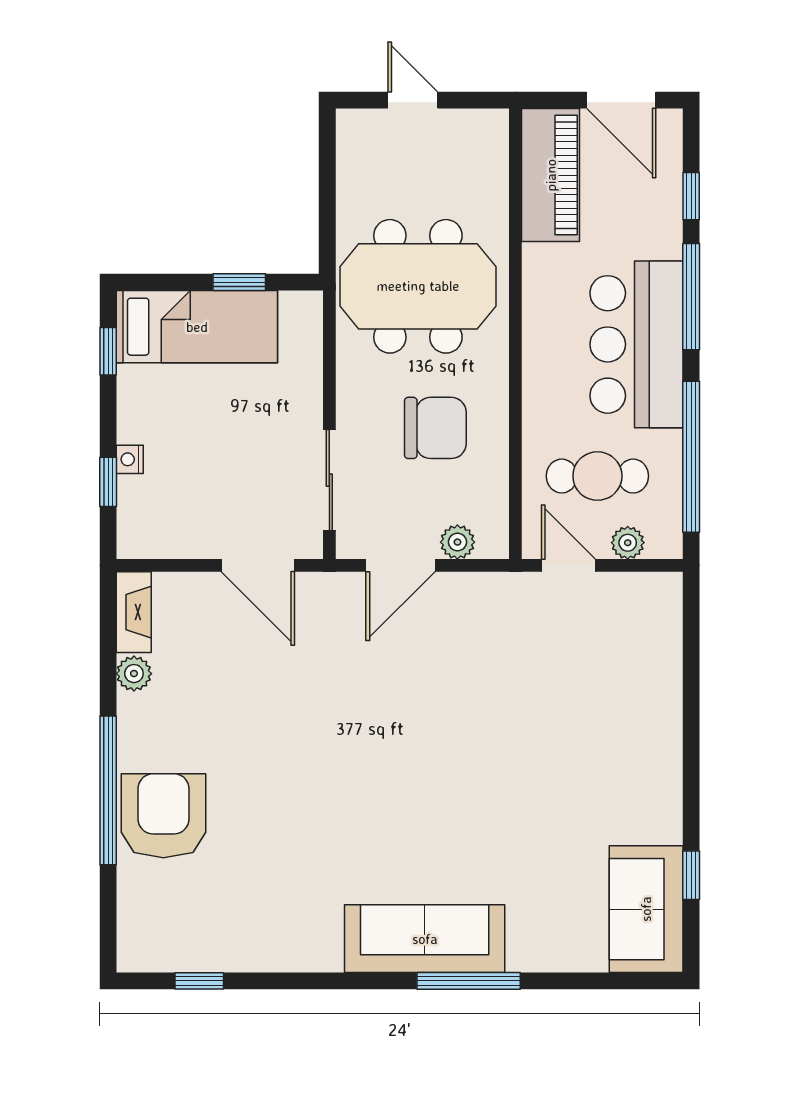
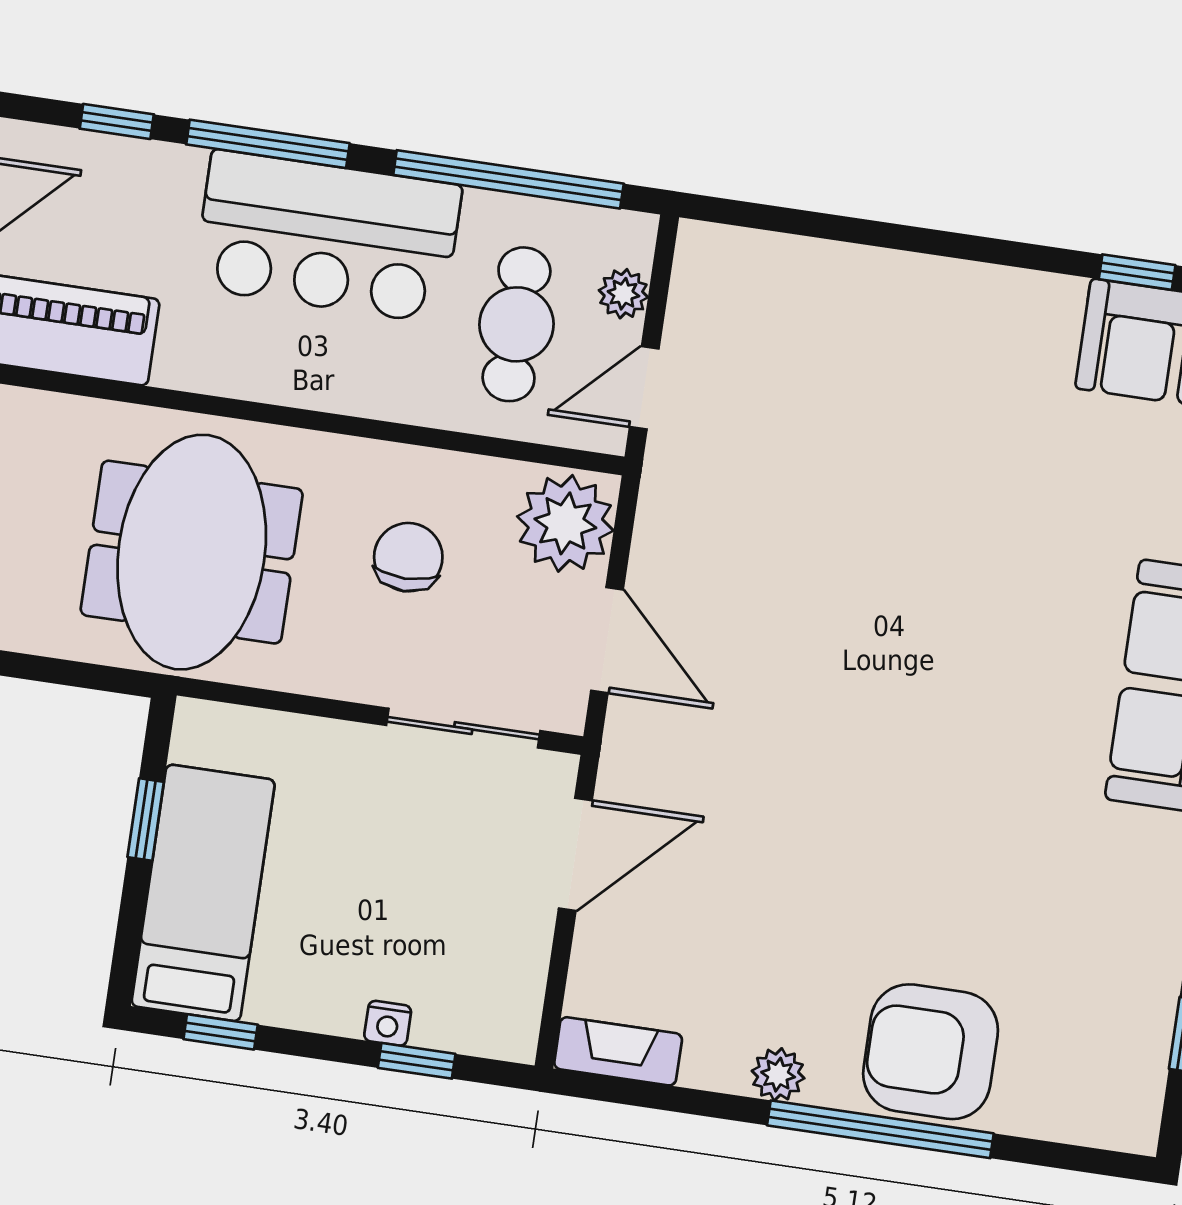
chair: (435, 428) -> (408, 557), width x0.73, depth x0.73
plant: (457, 542) -> (565, 523), width x1.87, depth x1.87
plant: (134, 674) -> (778, 1075), moved

